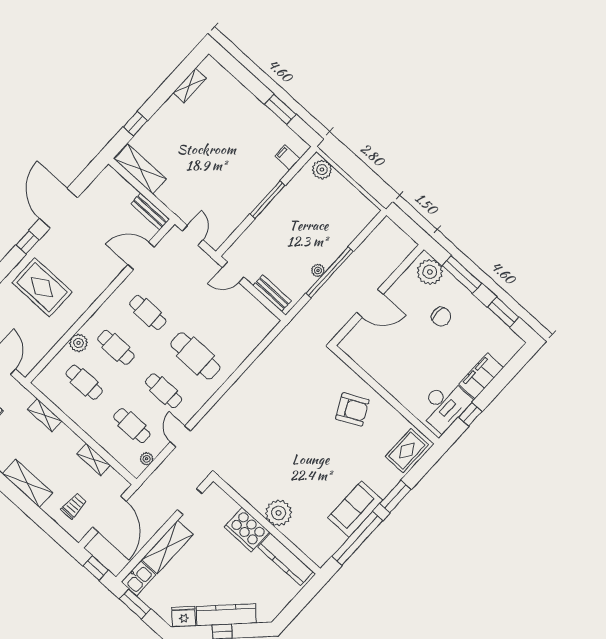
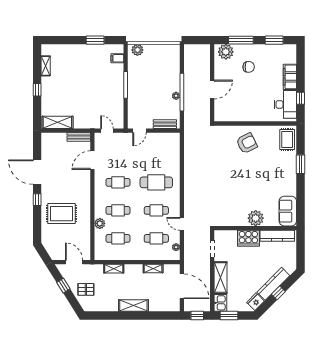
window: (135, 124) -> (37, 90), moved
trolley: (74, 506) -> (163, 297), removed
sofa: (355, 509) -> (288, 211), moved
window: (357, 538) -> (301, 198), removed

